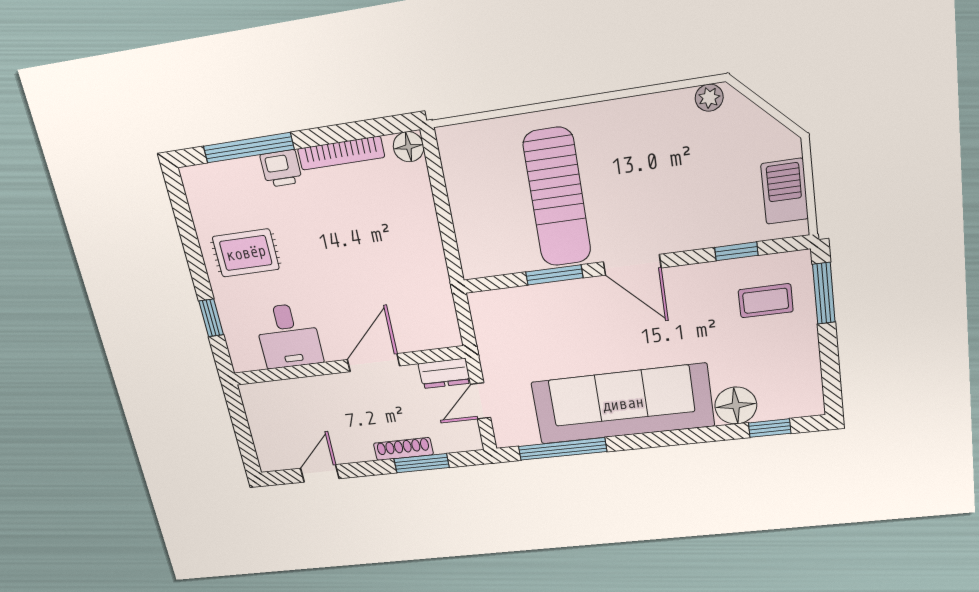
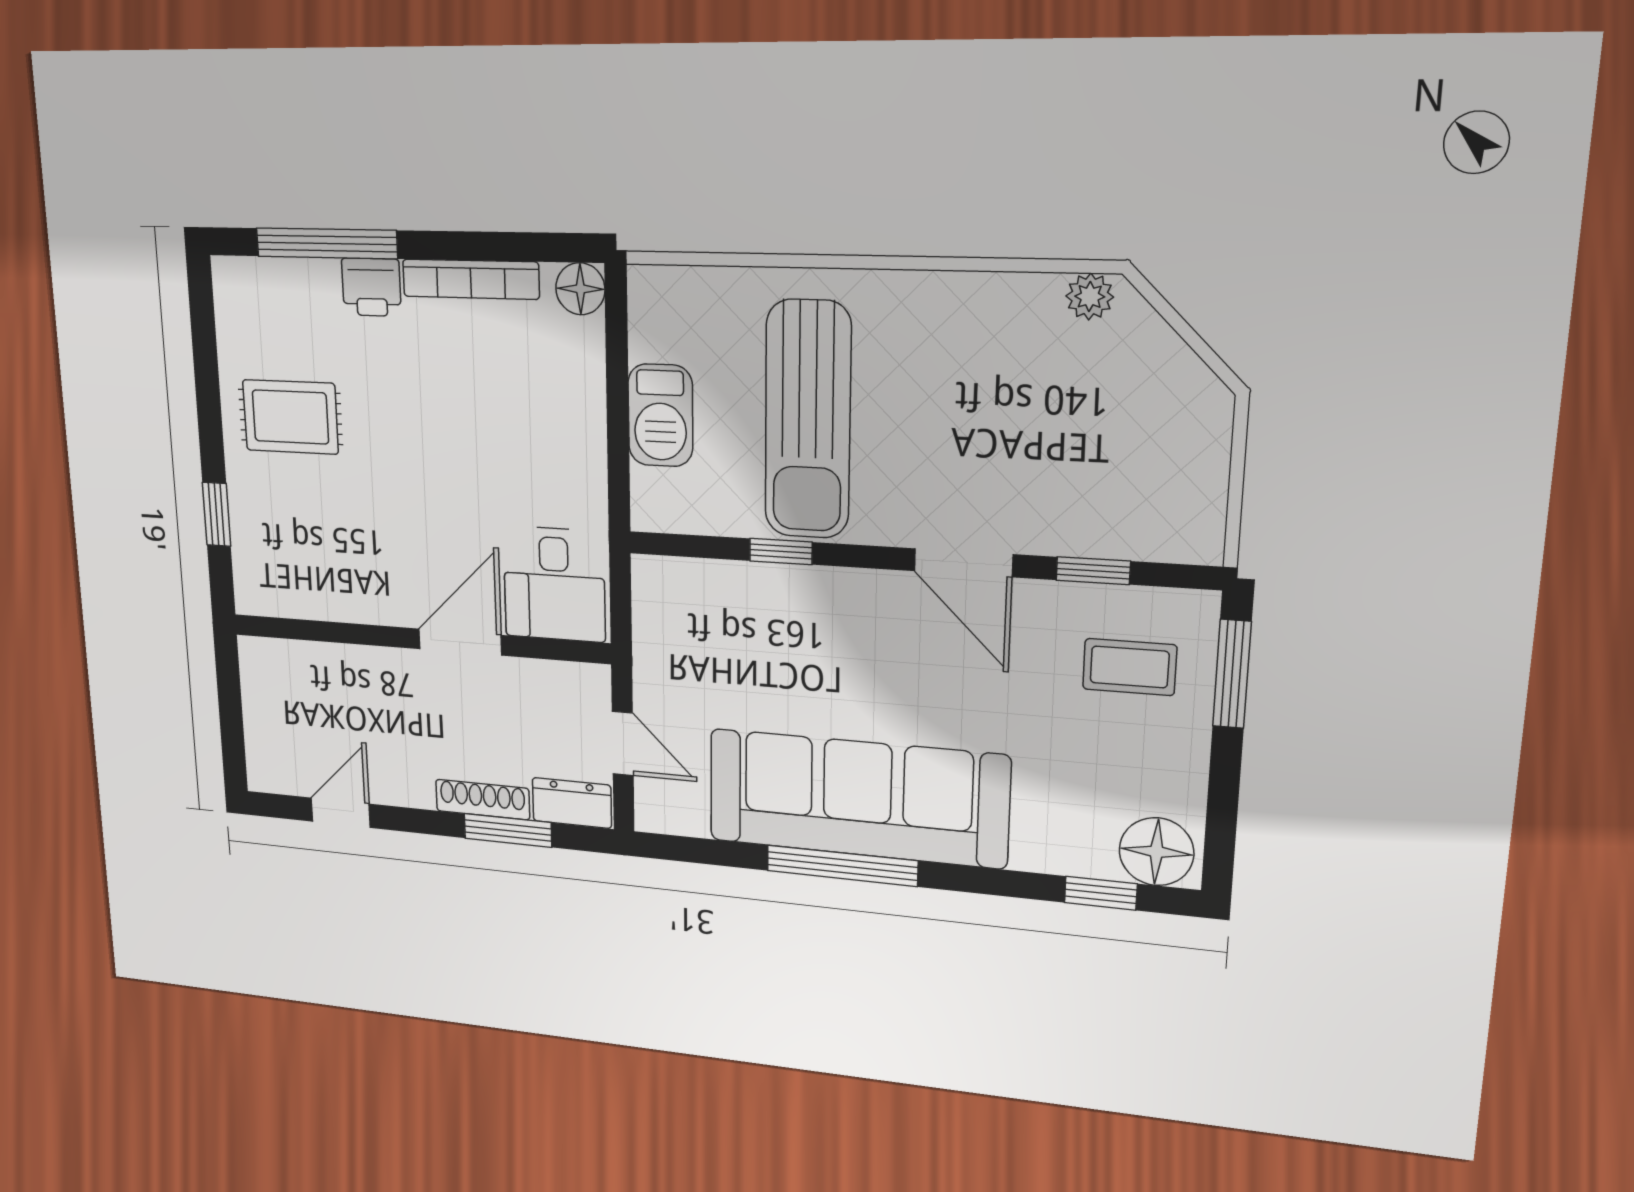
barbecue: (785, 191) -> (660, 415), moved, turned 180
door: (632, 265) -> (963, 563), moved
window: (554, 275) -> (781, 552), width x0.67
desk: (288, 336) -> (554, 584), moved
dresser: (444, 373) -> (572, 803), moved, turned 180
door: (481, 401) -> (623, 743), swing flipped
floor lamp: (736, 406) -> (1156, 852), moved
window: (563, 449) -> (842, 866), moved

